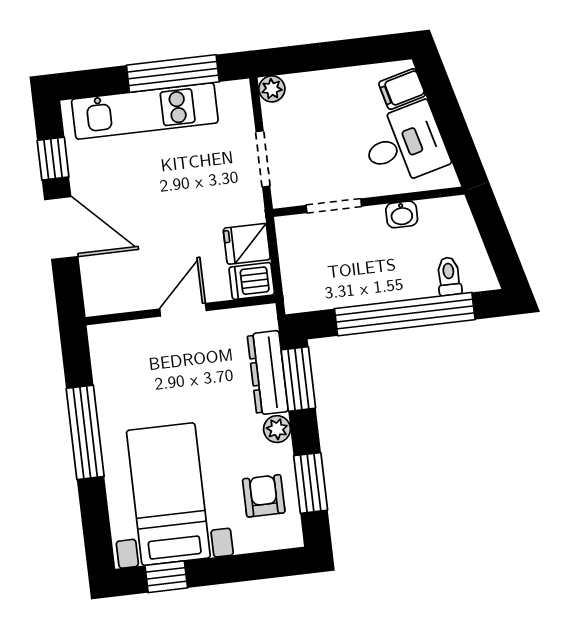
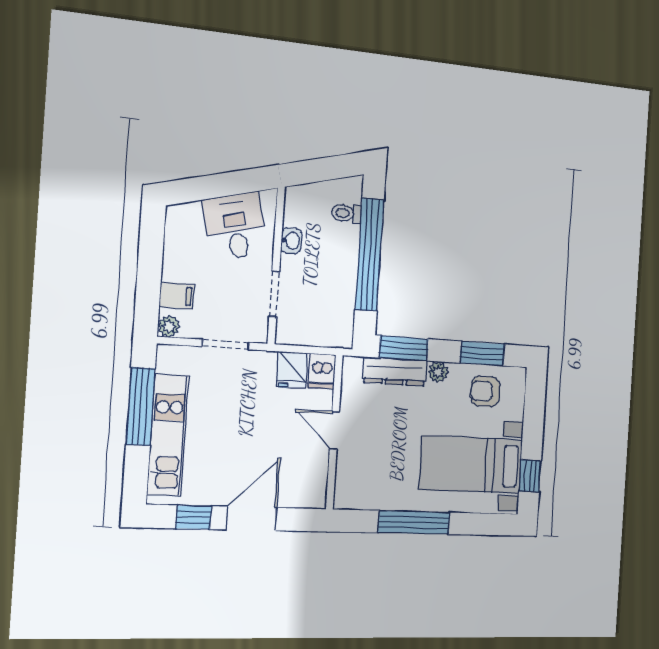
filing cabinet: (402, 89) -> (177, 296), moved, turned -75

